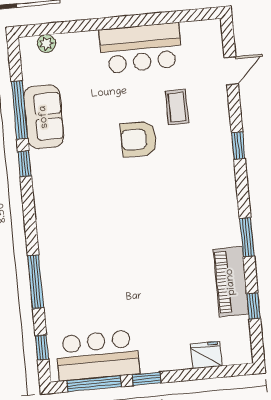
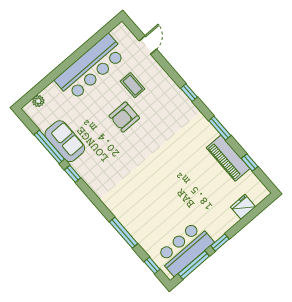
bar counter: (141, 48) -> (91, 67), width x1.36
window: (238, 146) -> (189, 93), moved

